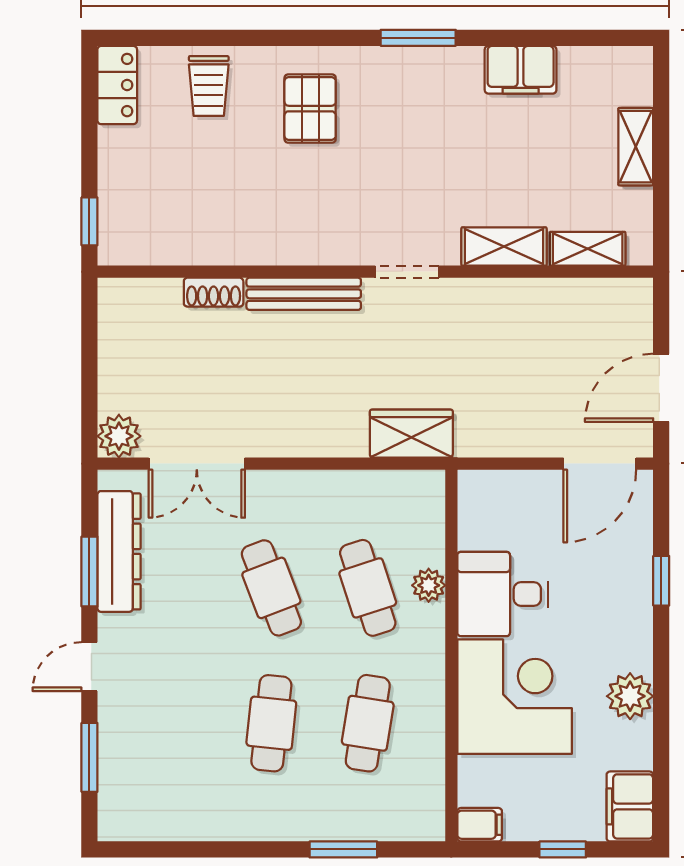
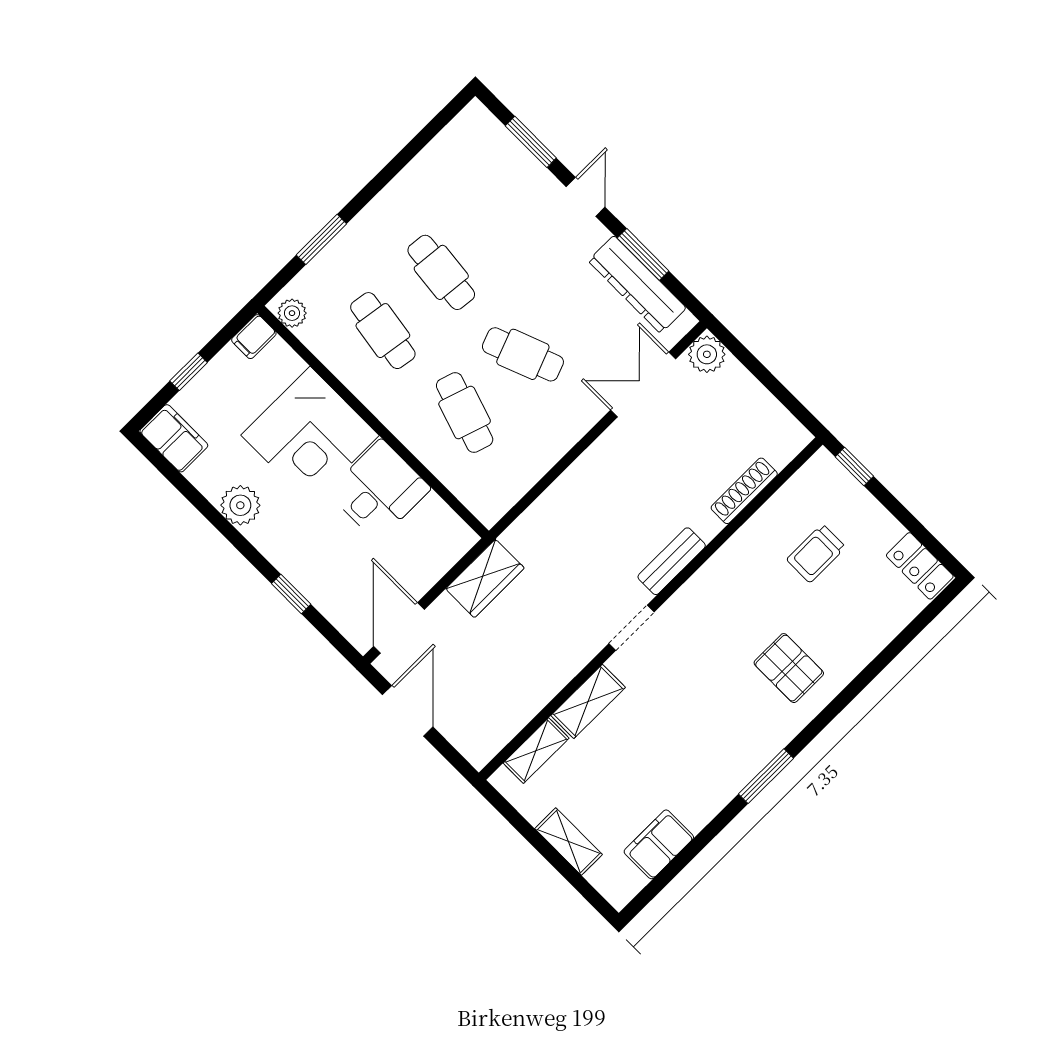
filing cabinet: (521, 70) -> (659, 844), moved
trolley: (209, 86) -> (816, 553), moved, turned -90
shoe rack: (214, 292) -> (744, 491), width x1.43
bench: (304, 294) -> (672, 561), width x0.73
wardrobe: (411, 434) -> (485, 578), moved
plant: (429, 585) -> (292, 313), moved
cafe table: (368, 588) -> (465, 413), turned 36

